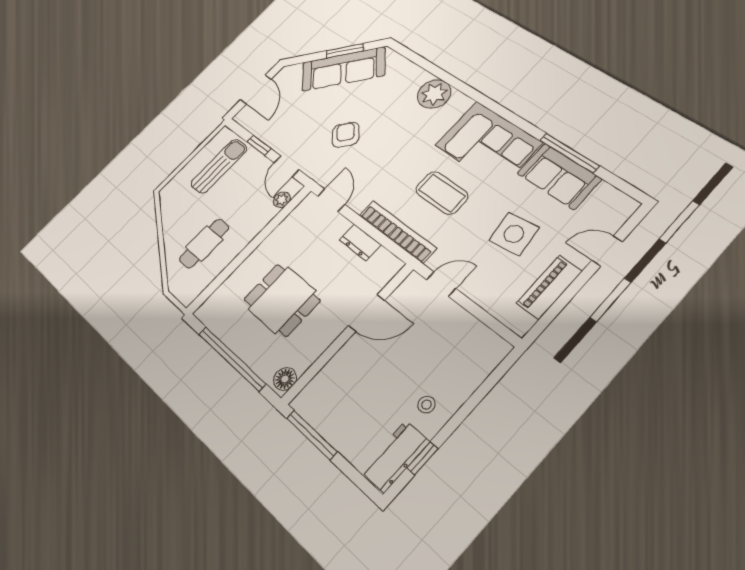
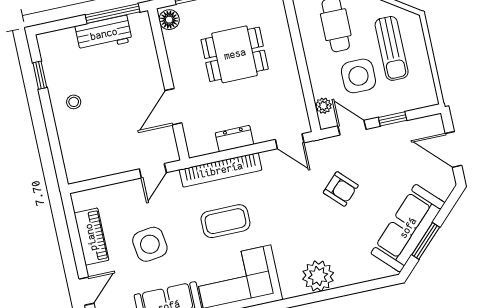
sun lounger: (219, 166) -> (392, 48), moved
side table: (238, 195) -> (358, 76), added
workbench: (395, 456) -> (104, 34), moved, turned 90

